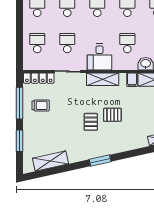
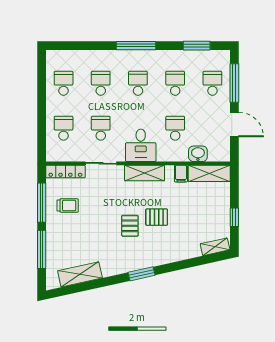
window: (20, 141) -> (42, 249), width x1.44

